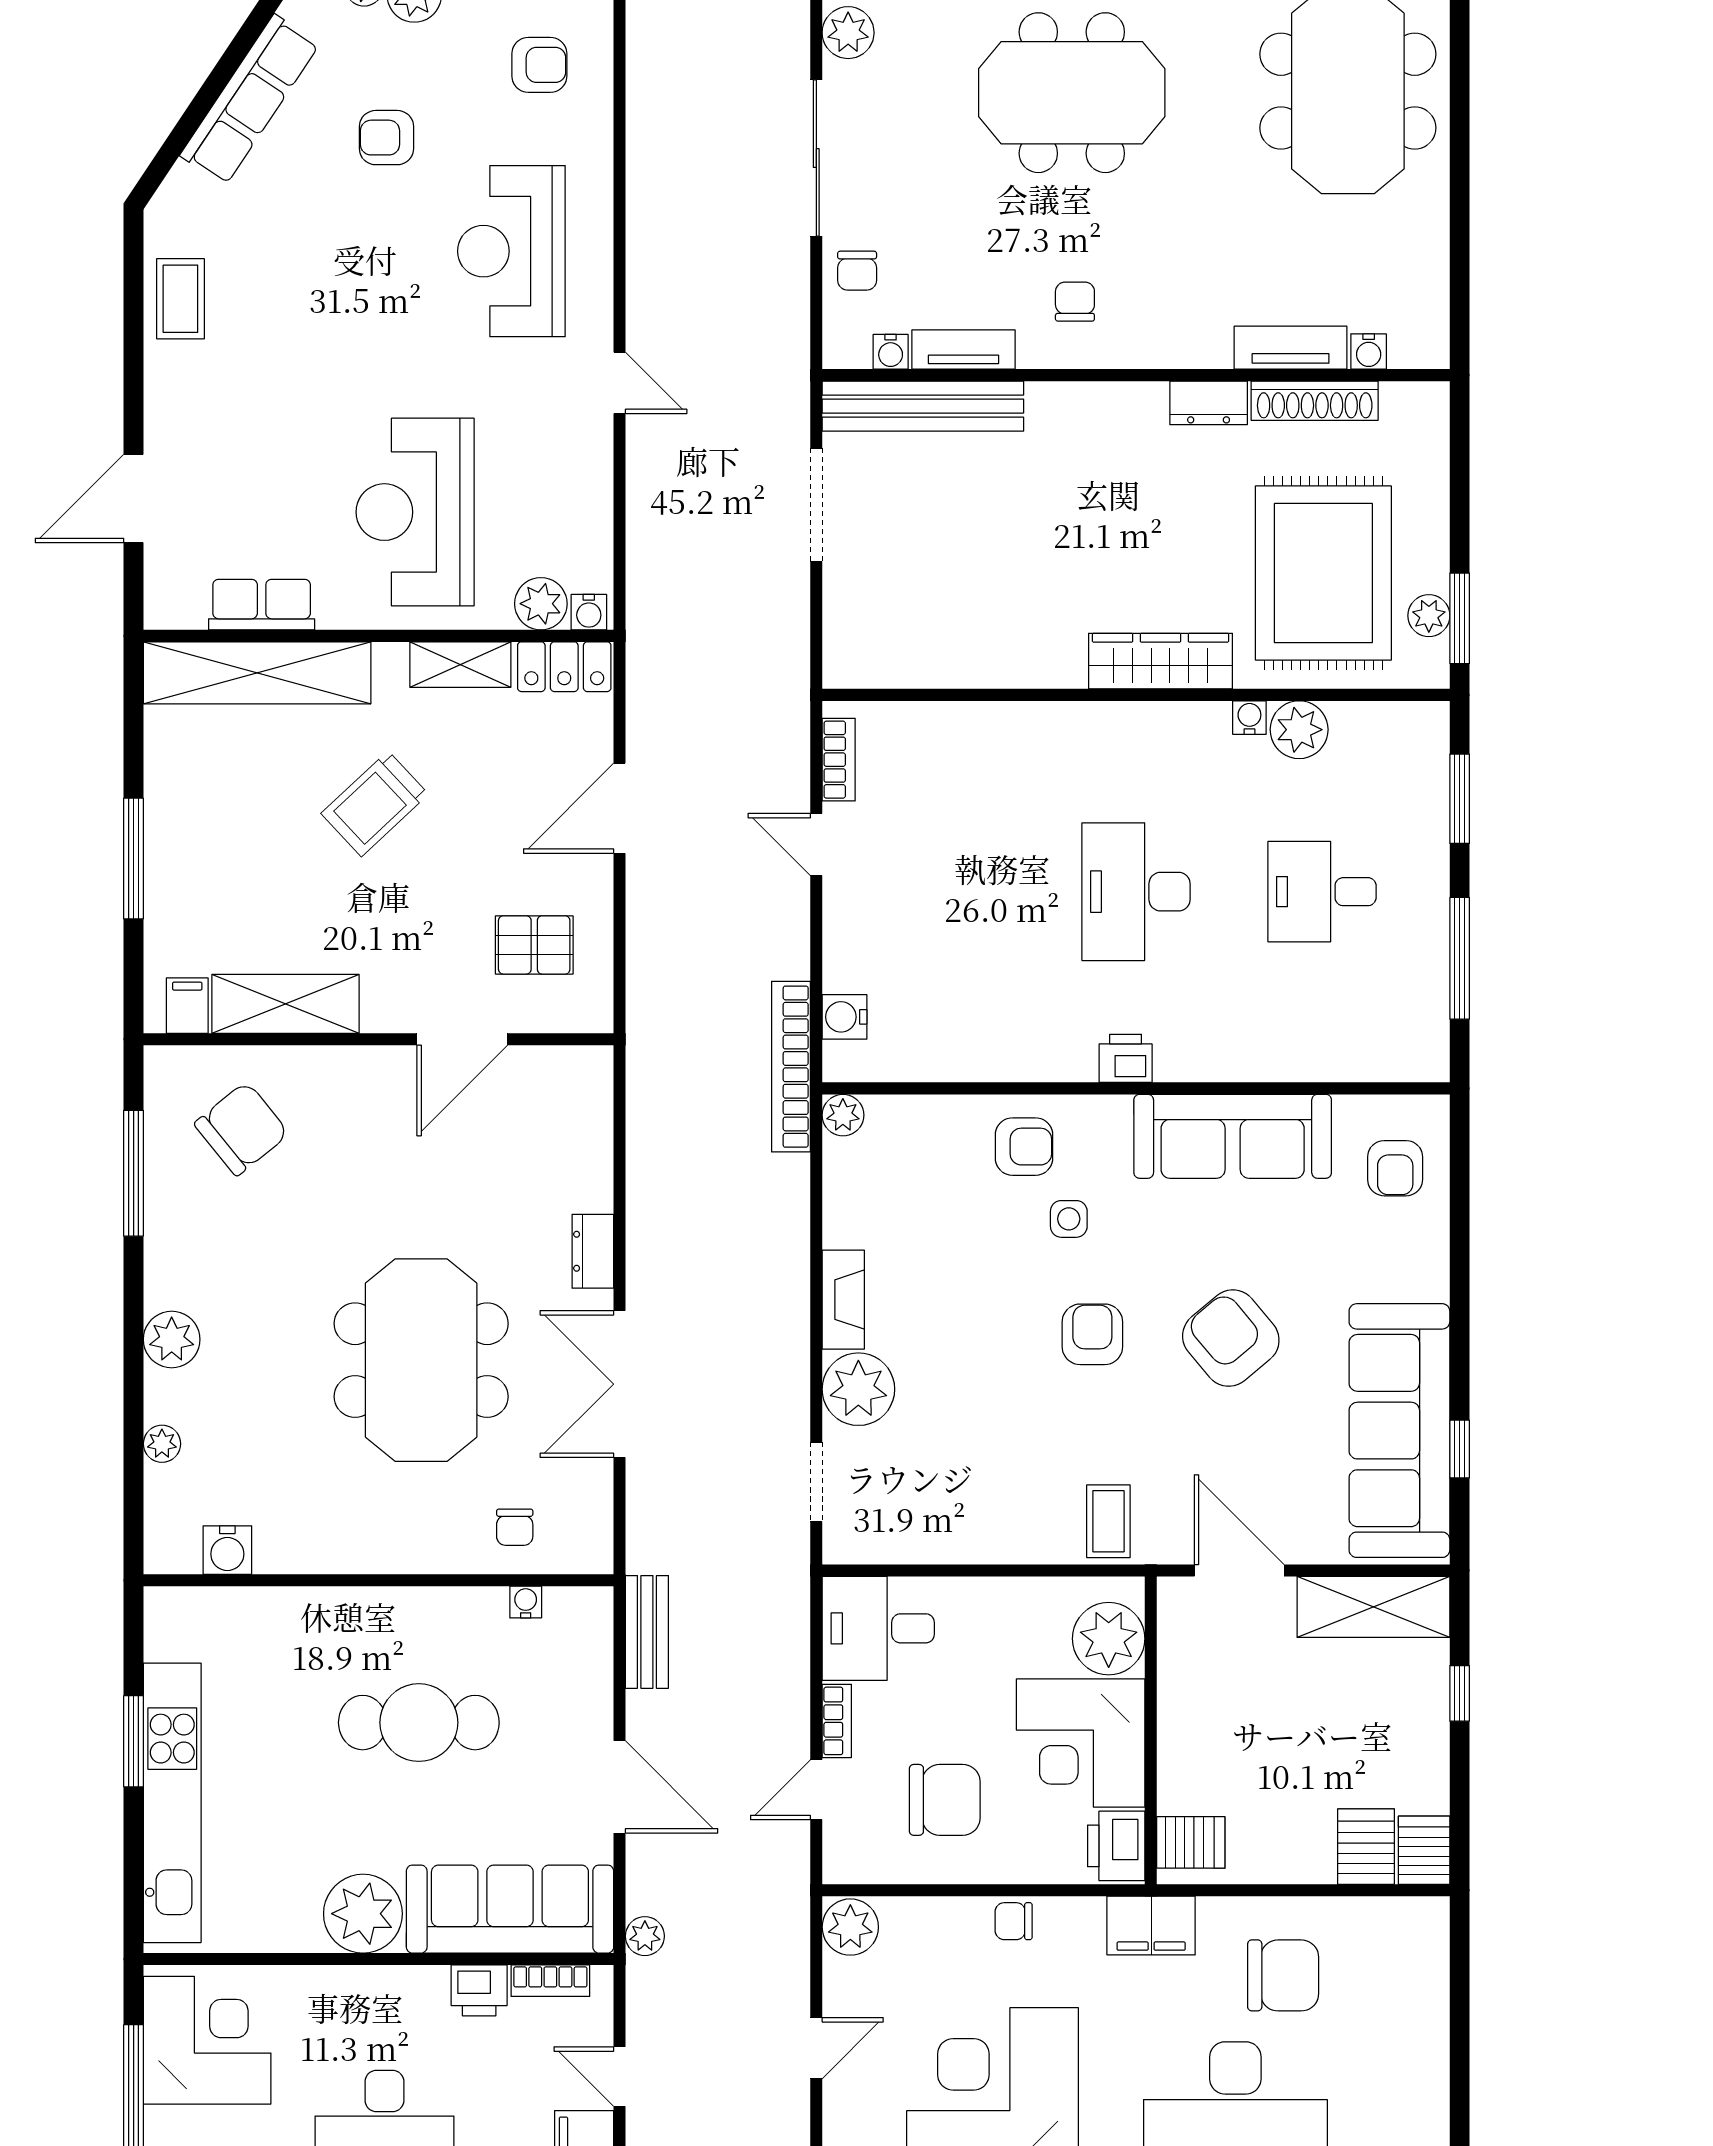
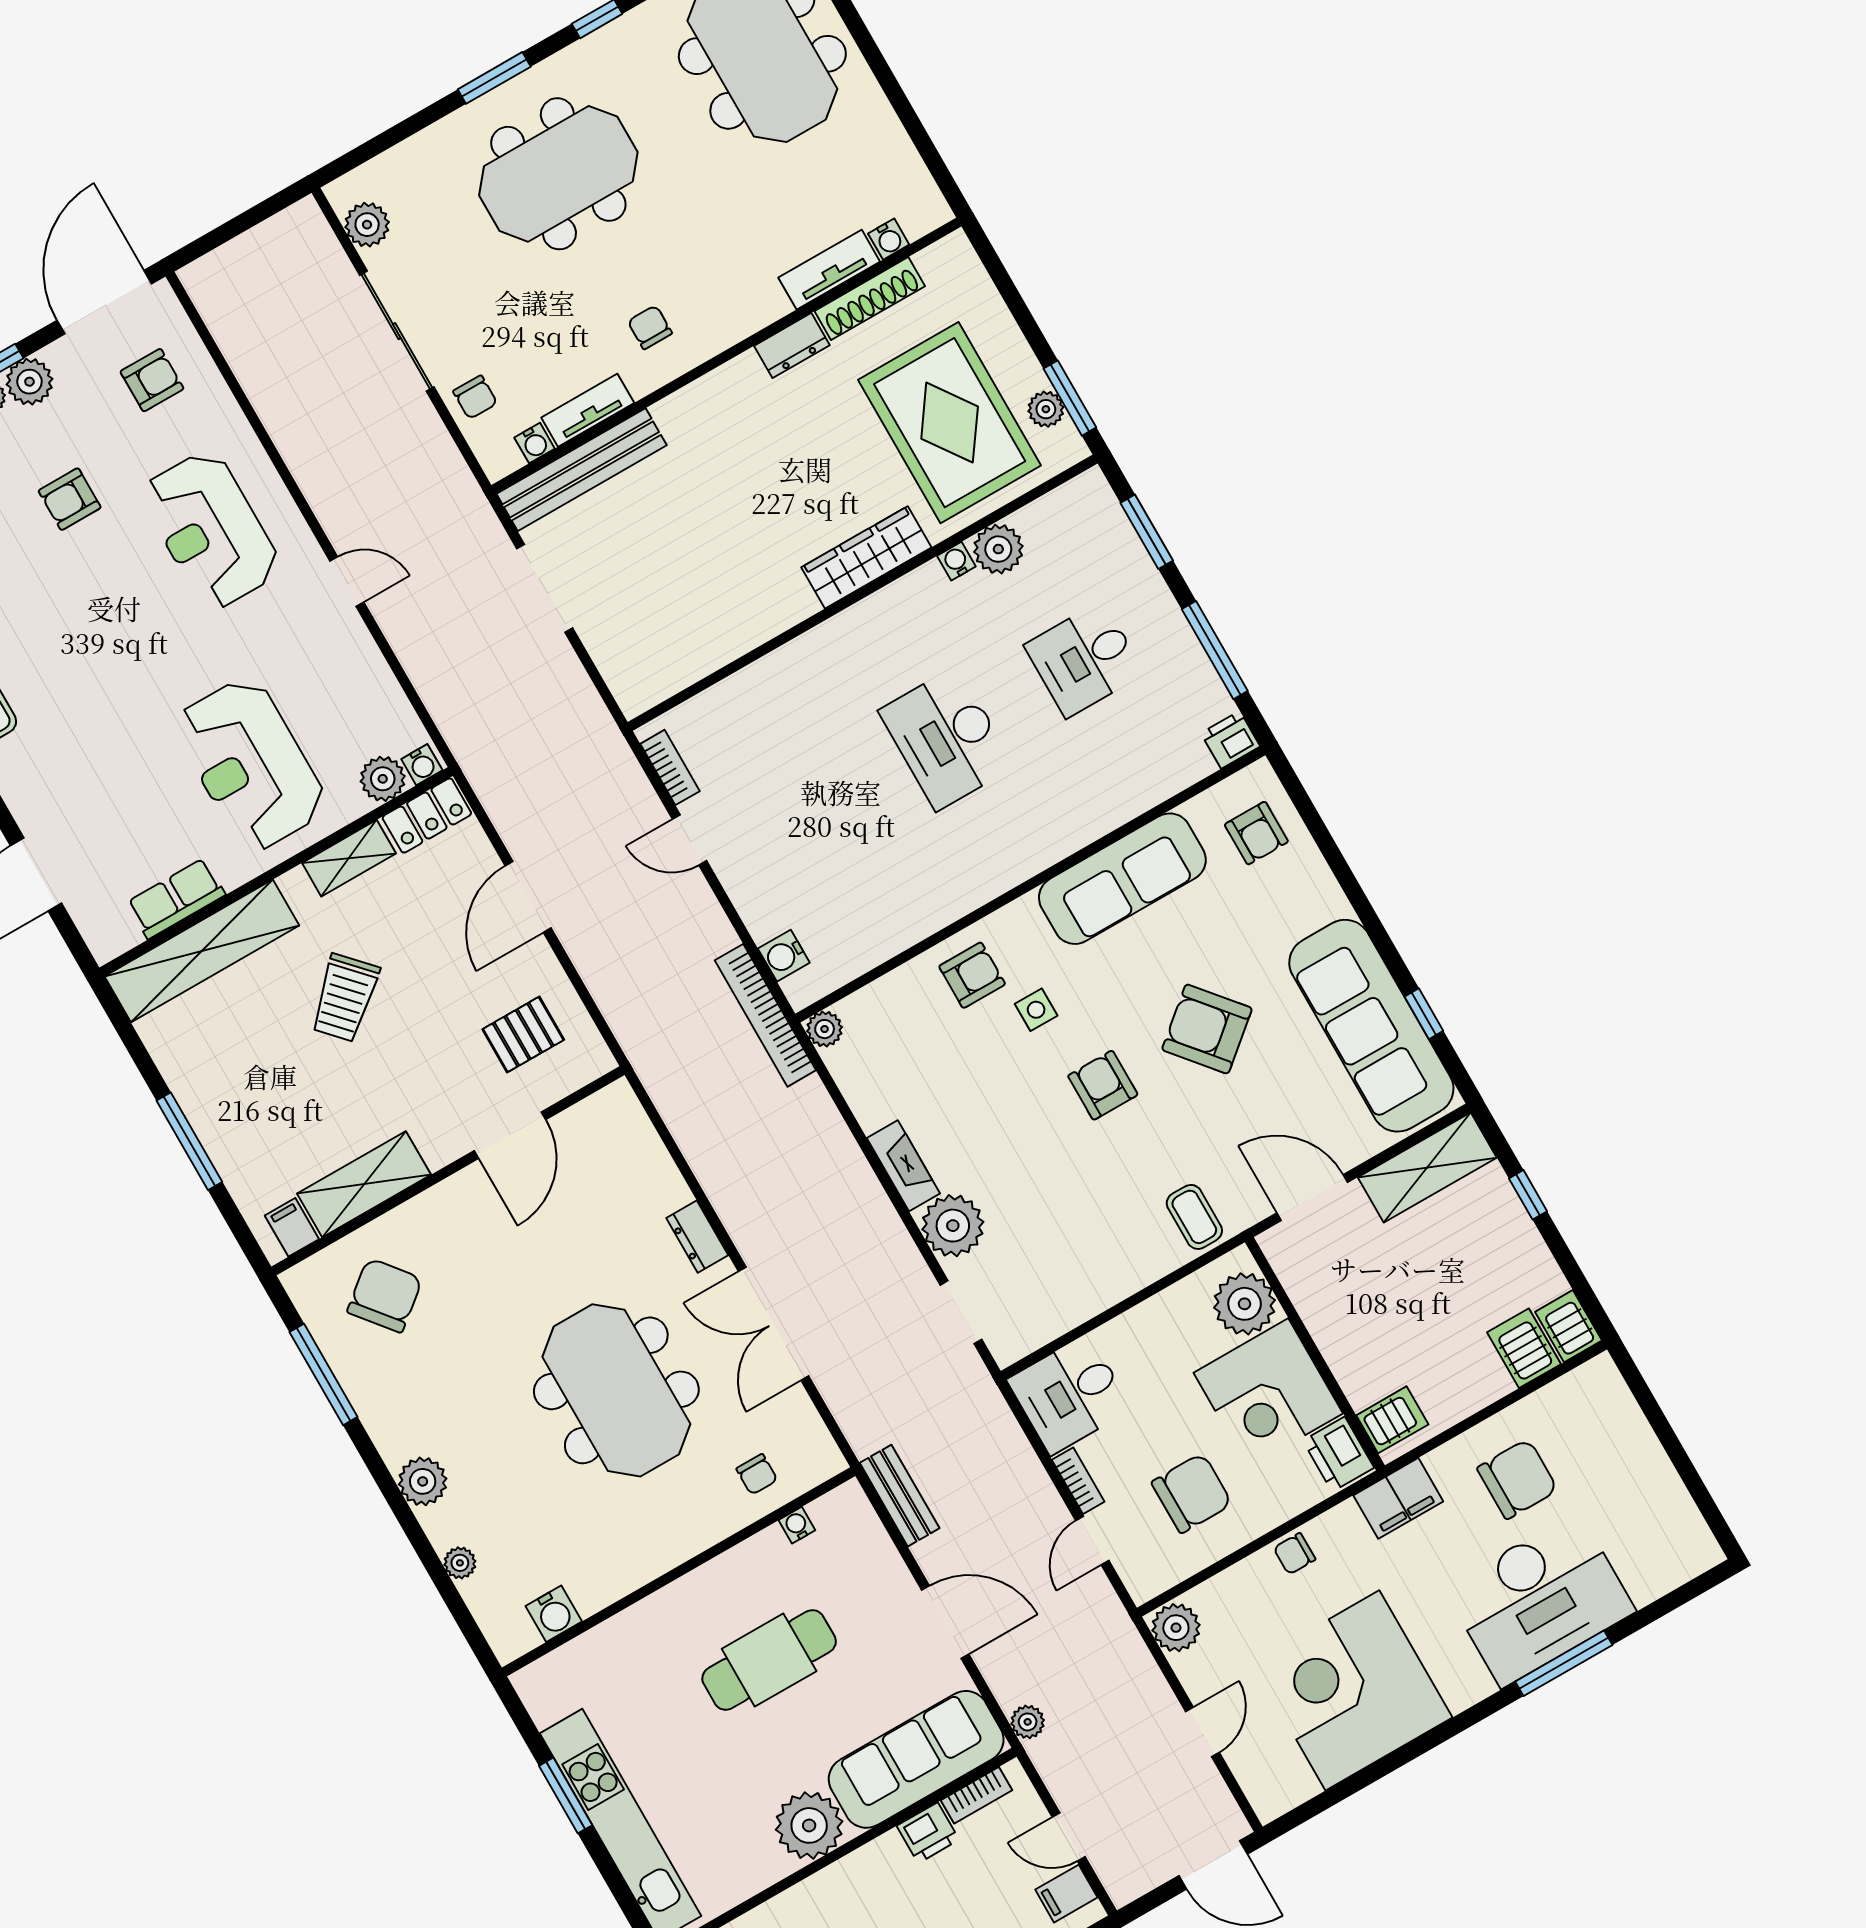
printer: (1126, 1058) -> (1230, 740), moved

